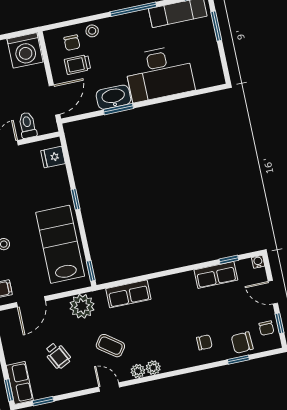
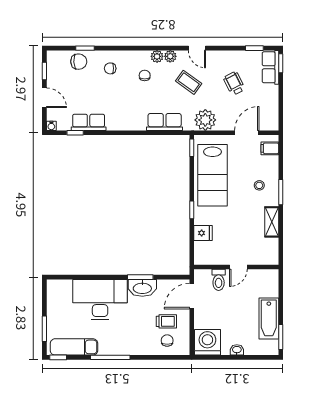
stool: (92, 31) -> (148, 347), removed
fridge: (53, 157) -> (203, 233), moved
chair: (266, 328) -> (145, 75), moved

